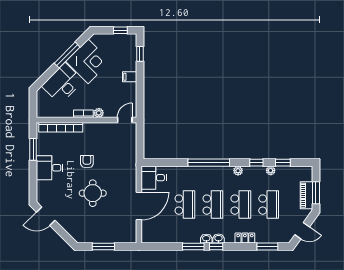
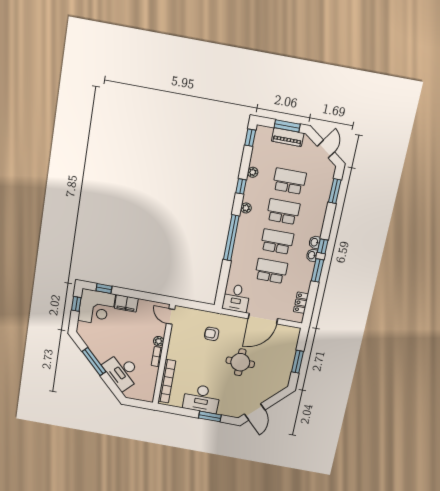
corner desk: (88, 61) -> (97, 307), moved, turned 135
filing cabinet: (130, 77) -> (126, 303), width x2.00
window: (33, 149) -> (210, 416), moved
armchair: (87, 162) -> (212, 334), moved
window: (283, 163) -> (250, 138), moved
desk: (50, 168) -> (202, 399), width x1.37
door: (139, 206) -> (263, 319), swing flipped
locker: (245, 238) -> (301, 303), moved

